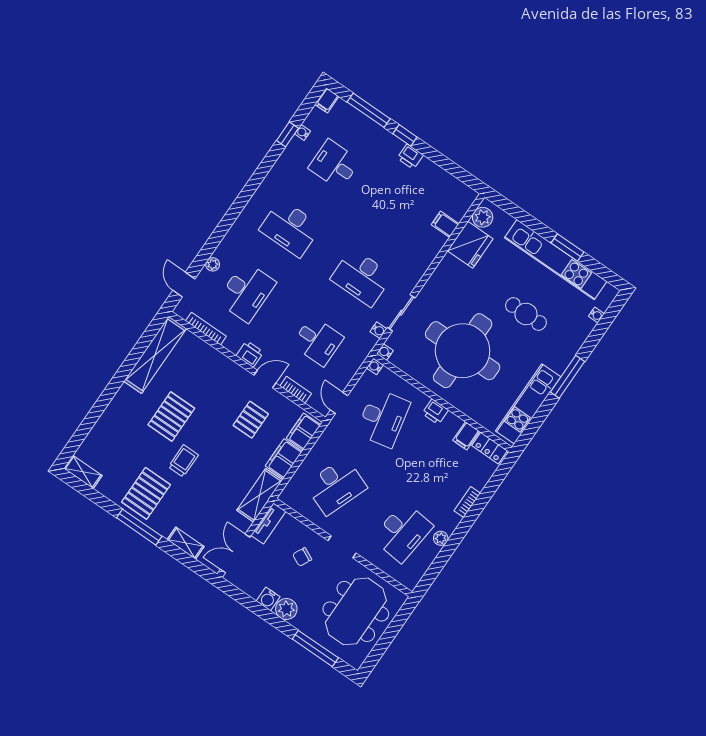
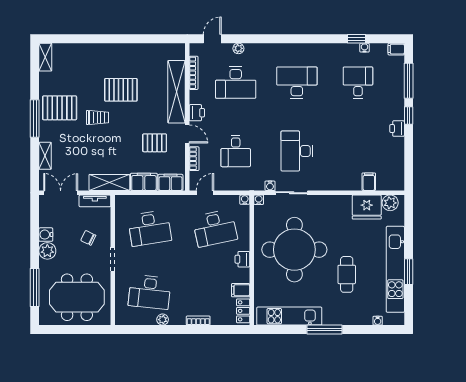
desk: (290, 228) -> (297, 83), turned 90
shelving: (155, 355) -> (177, 92), moved, turned 90
desk: (336, 486) -> (150, 228), turned -30

